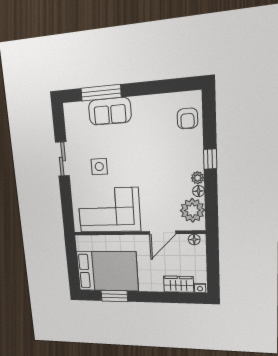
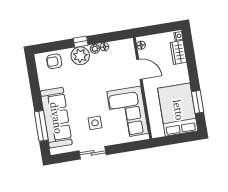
sofa: (110, 111) -> (56, 118), width x1.85, depth x1.27
armchair: (187, 118) -> (54, 61), turned 180
plant: (192, 210) -> (80, 56), moved

